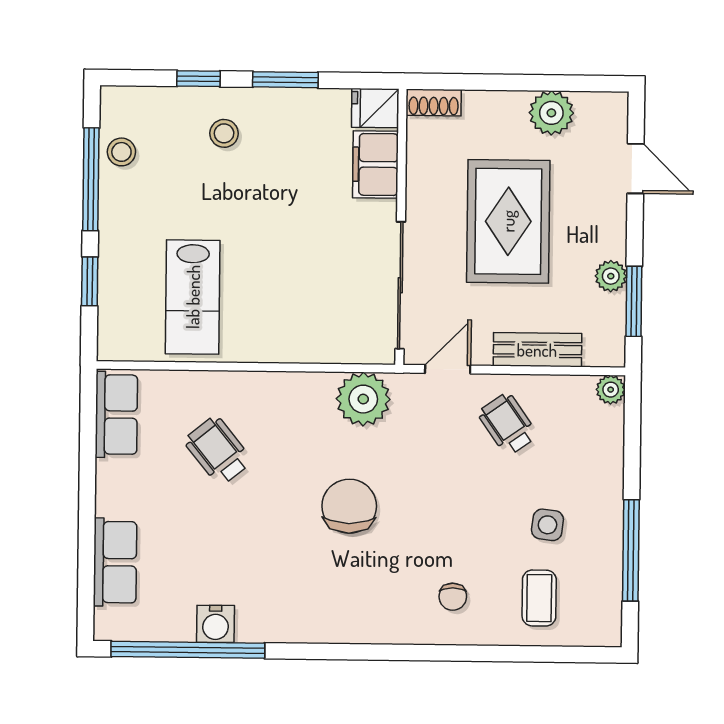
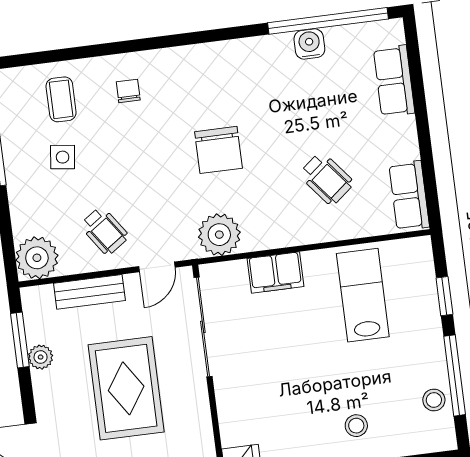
filing cabinet: (375, 164) -> (275, 273), moved, turned 90
plant: (611, 390) -> (37, 258), width x1.88, depth x1.88

